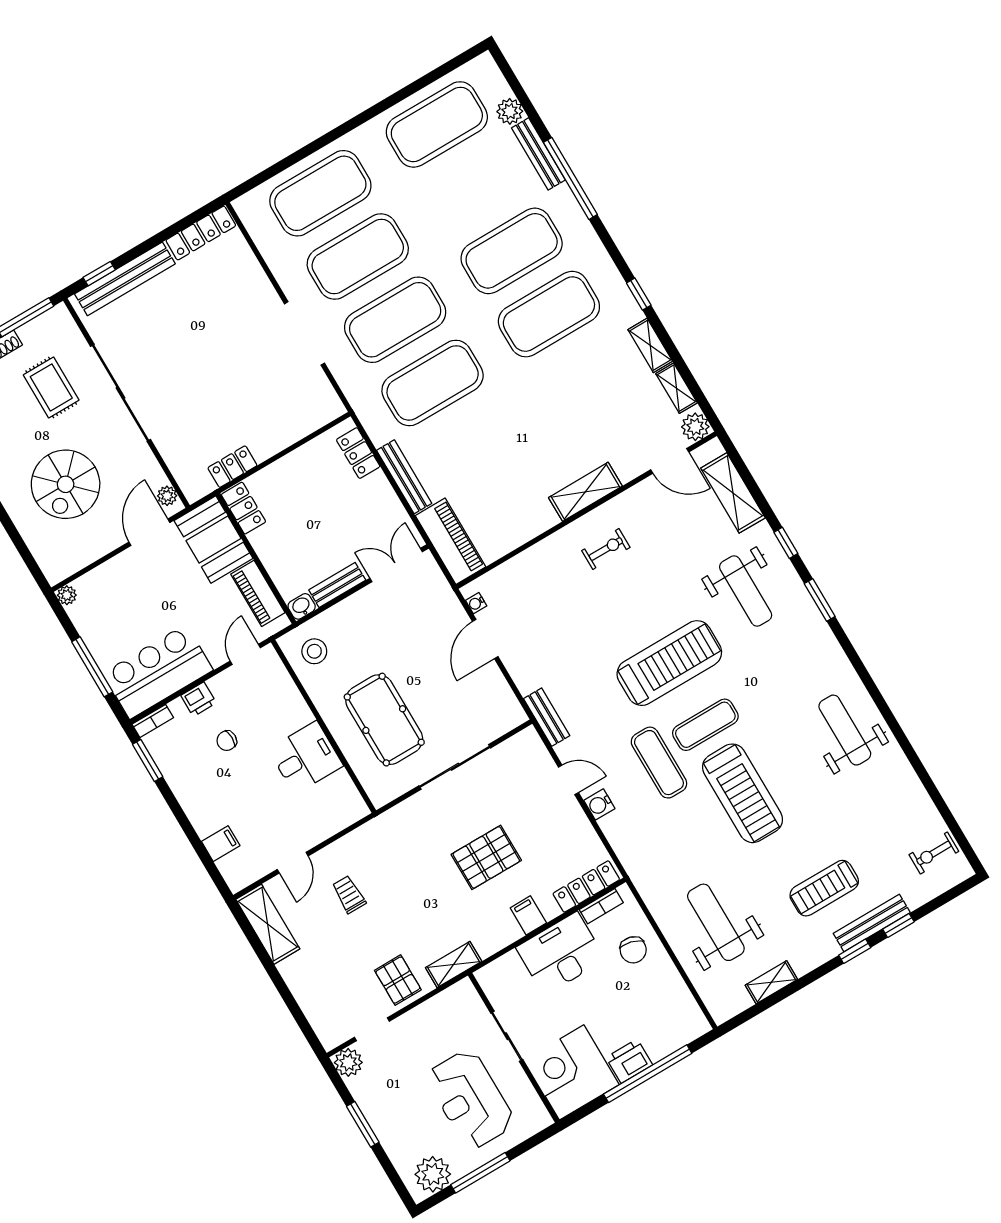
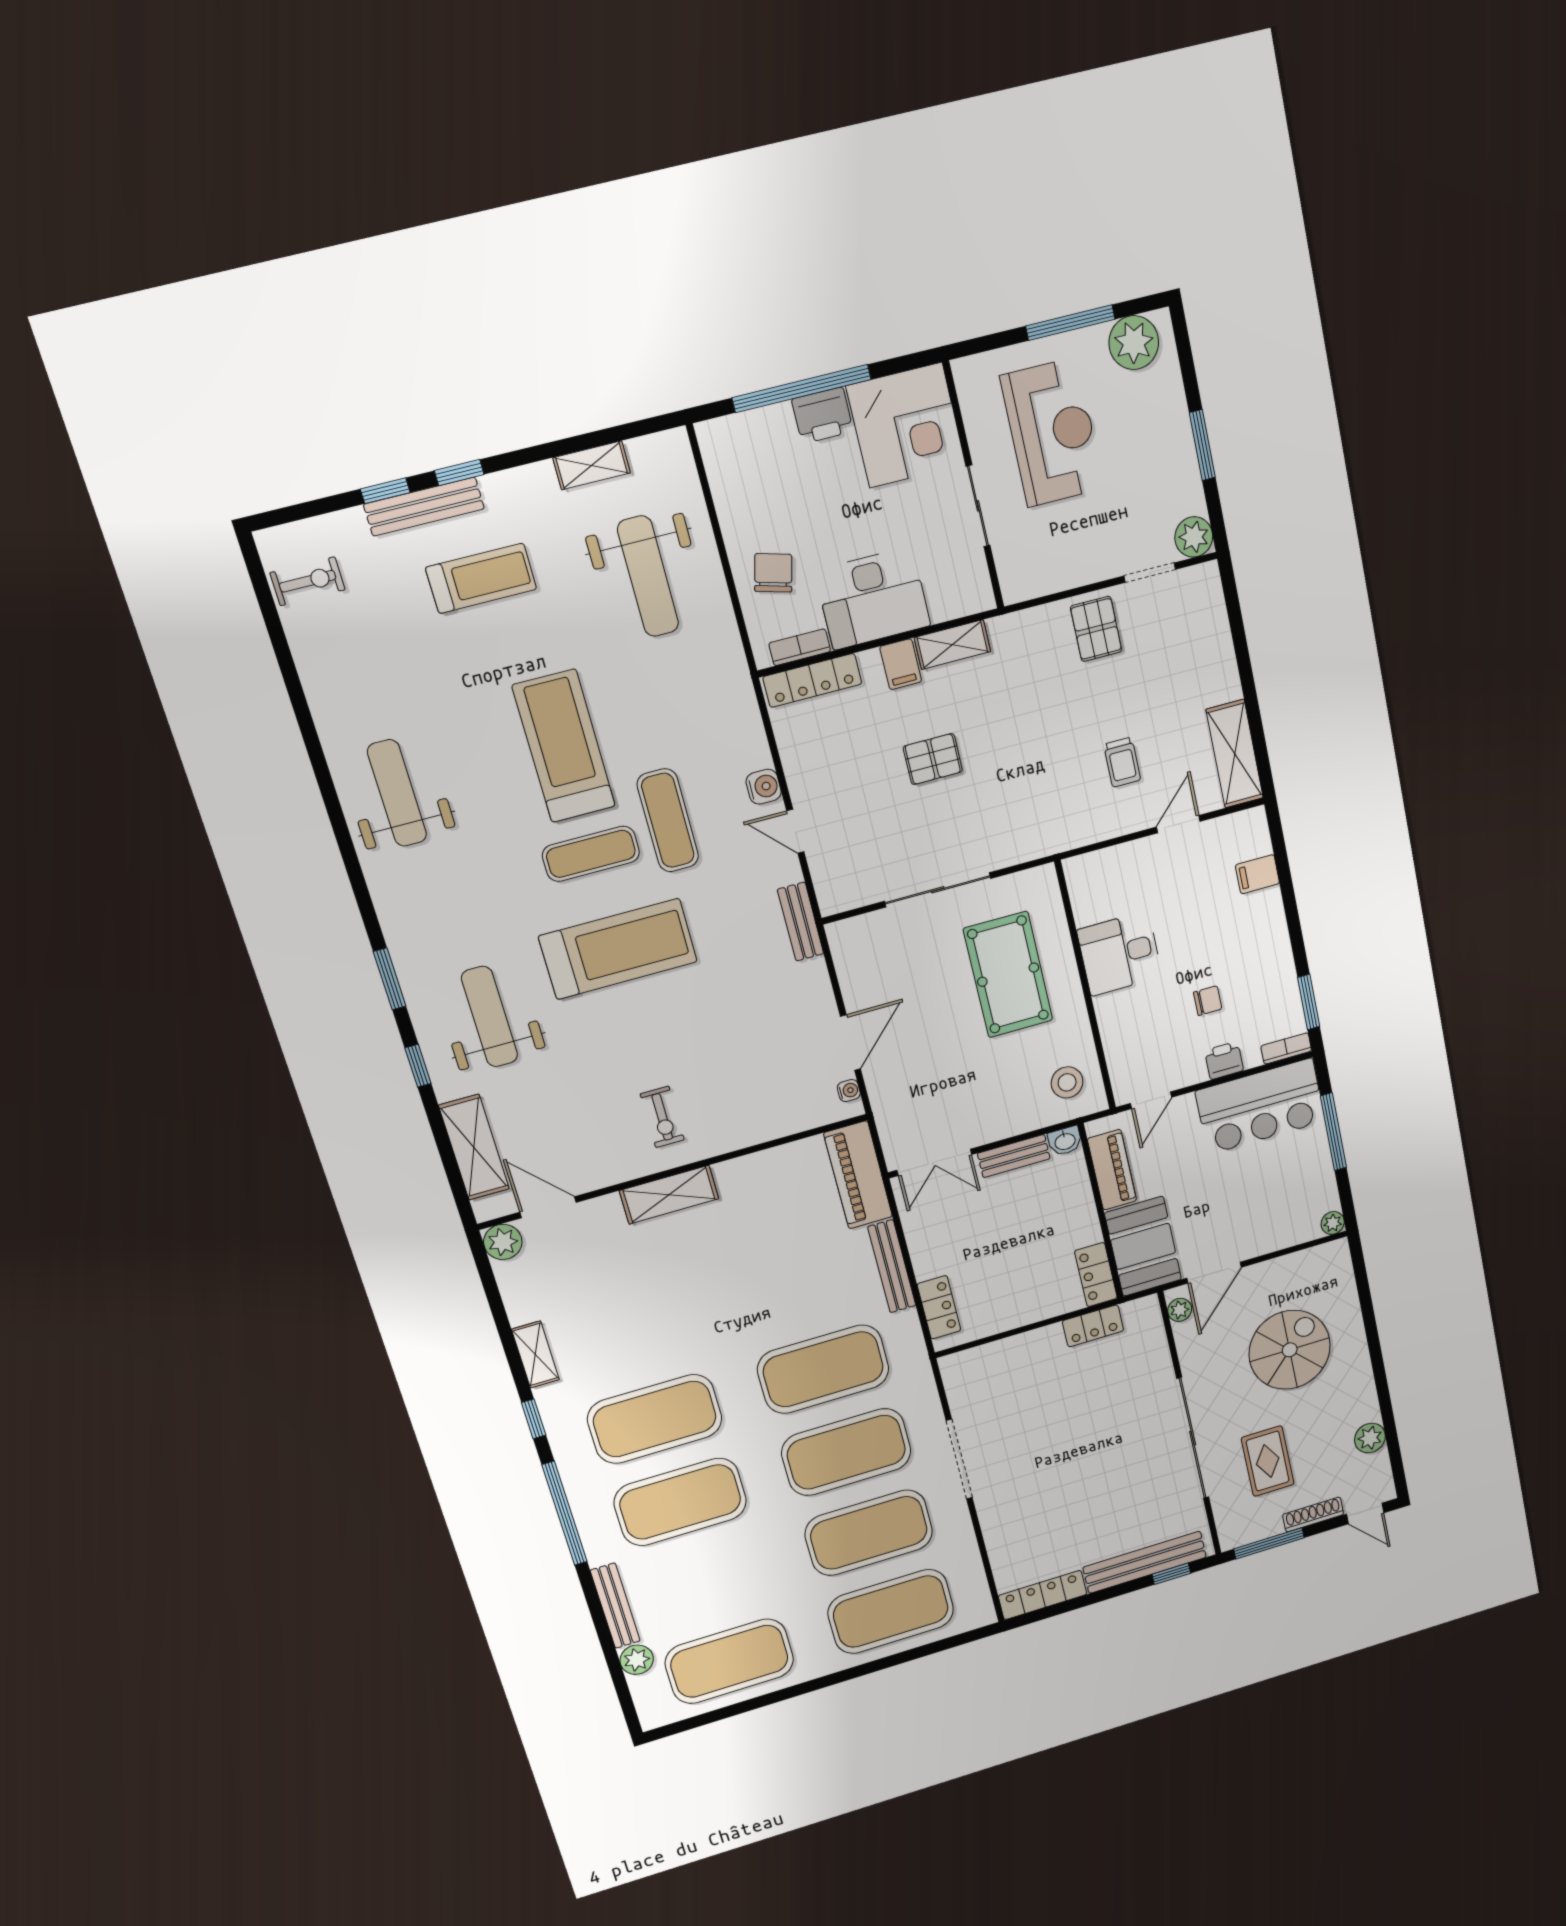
window: (570, 178) -> (565, 1513), moved
shelving: (677, 388) -> (515, 1295), removed
exercise bike: (606, 549) -> (662, 1117), turned -90
treadmill: (669, 663) -> (618, 949), turned 180
weight bench: (845, 730) -> (397, 793), turned 180
pallet: (486, 857) -> (933, 759), width x0.67, depth x0.71
shelving: (454, 964) -> (952, 645), moved

